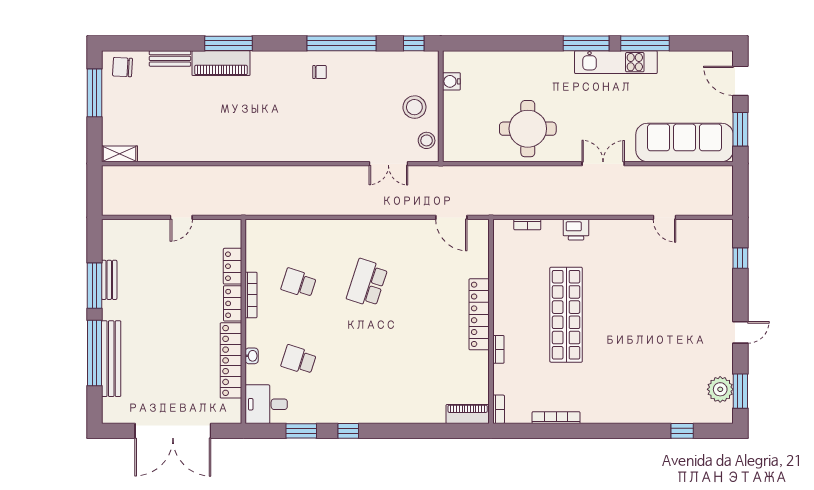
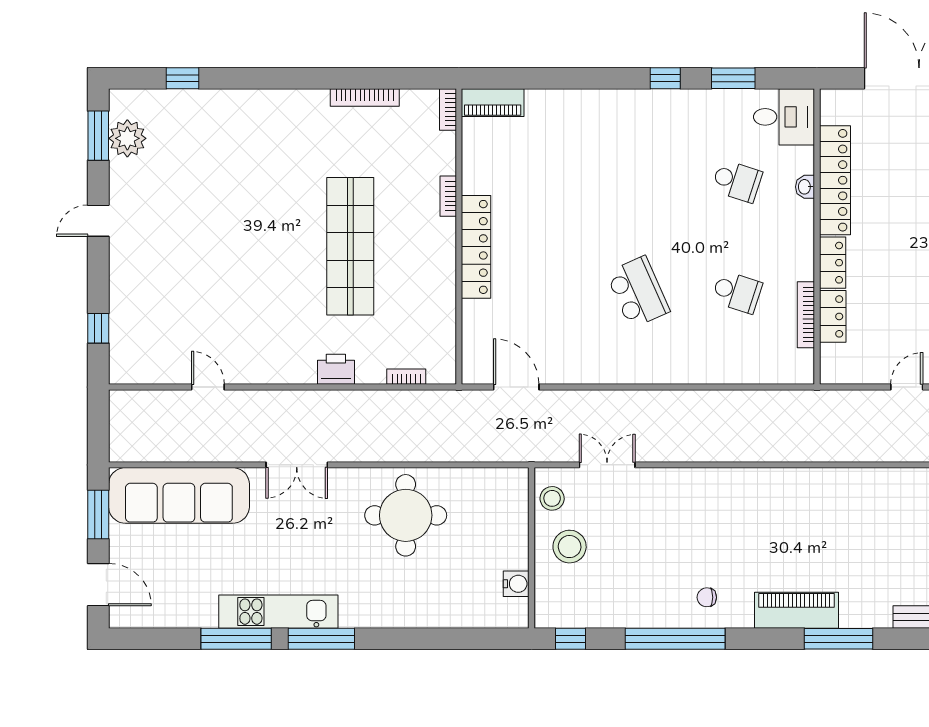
piano: (221, 63) -> (796, 610), moved
school desk: (367, 283) -> (638, 292), turned -42
bookcase: (251, 295) -> (806, 315), moved

